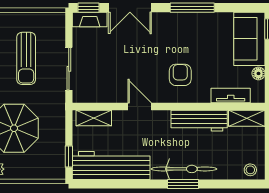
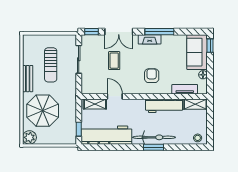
fireplace: (90, 19) -> (150, 39), moved
coffee table: (123, 52) -> (114, 61), added
sliding door: (69, 69) -> (79, 59), moved
door: (140, 107) -> (115, 96), moved

